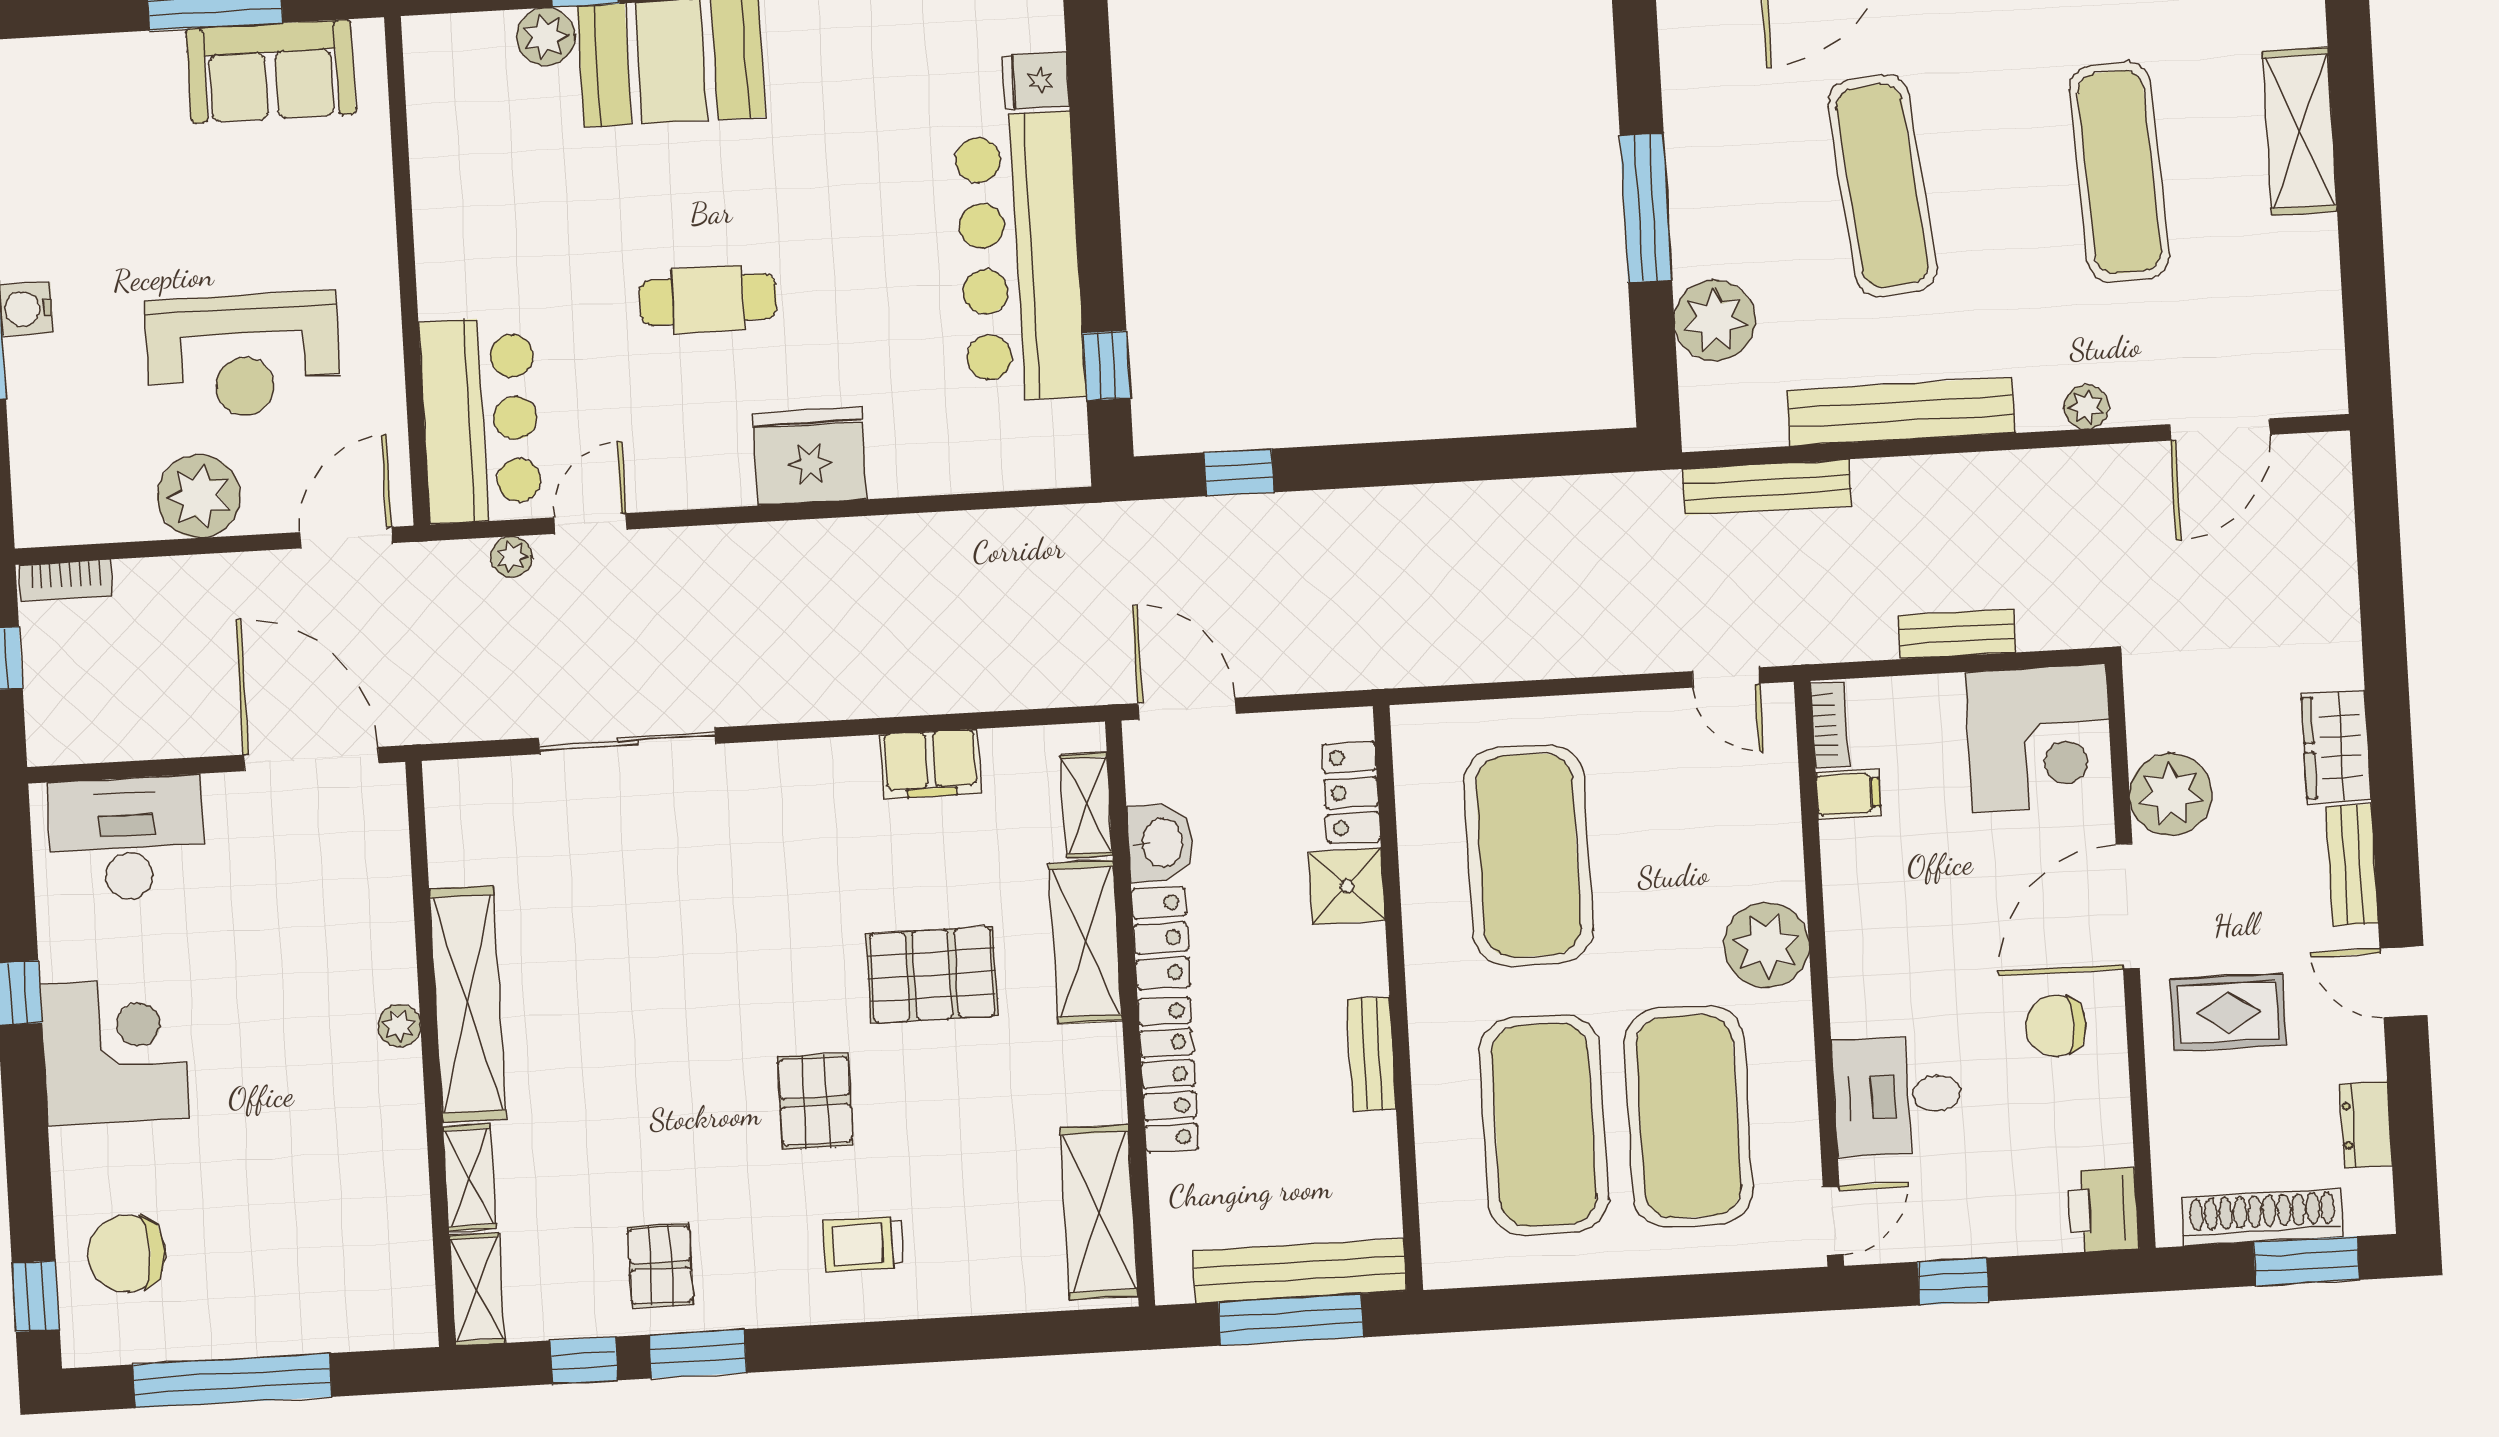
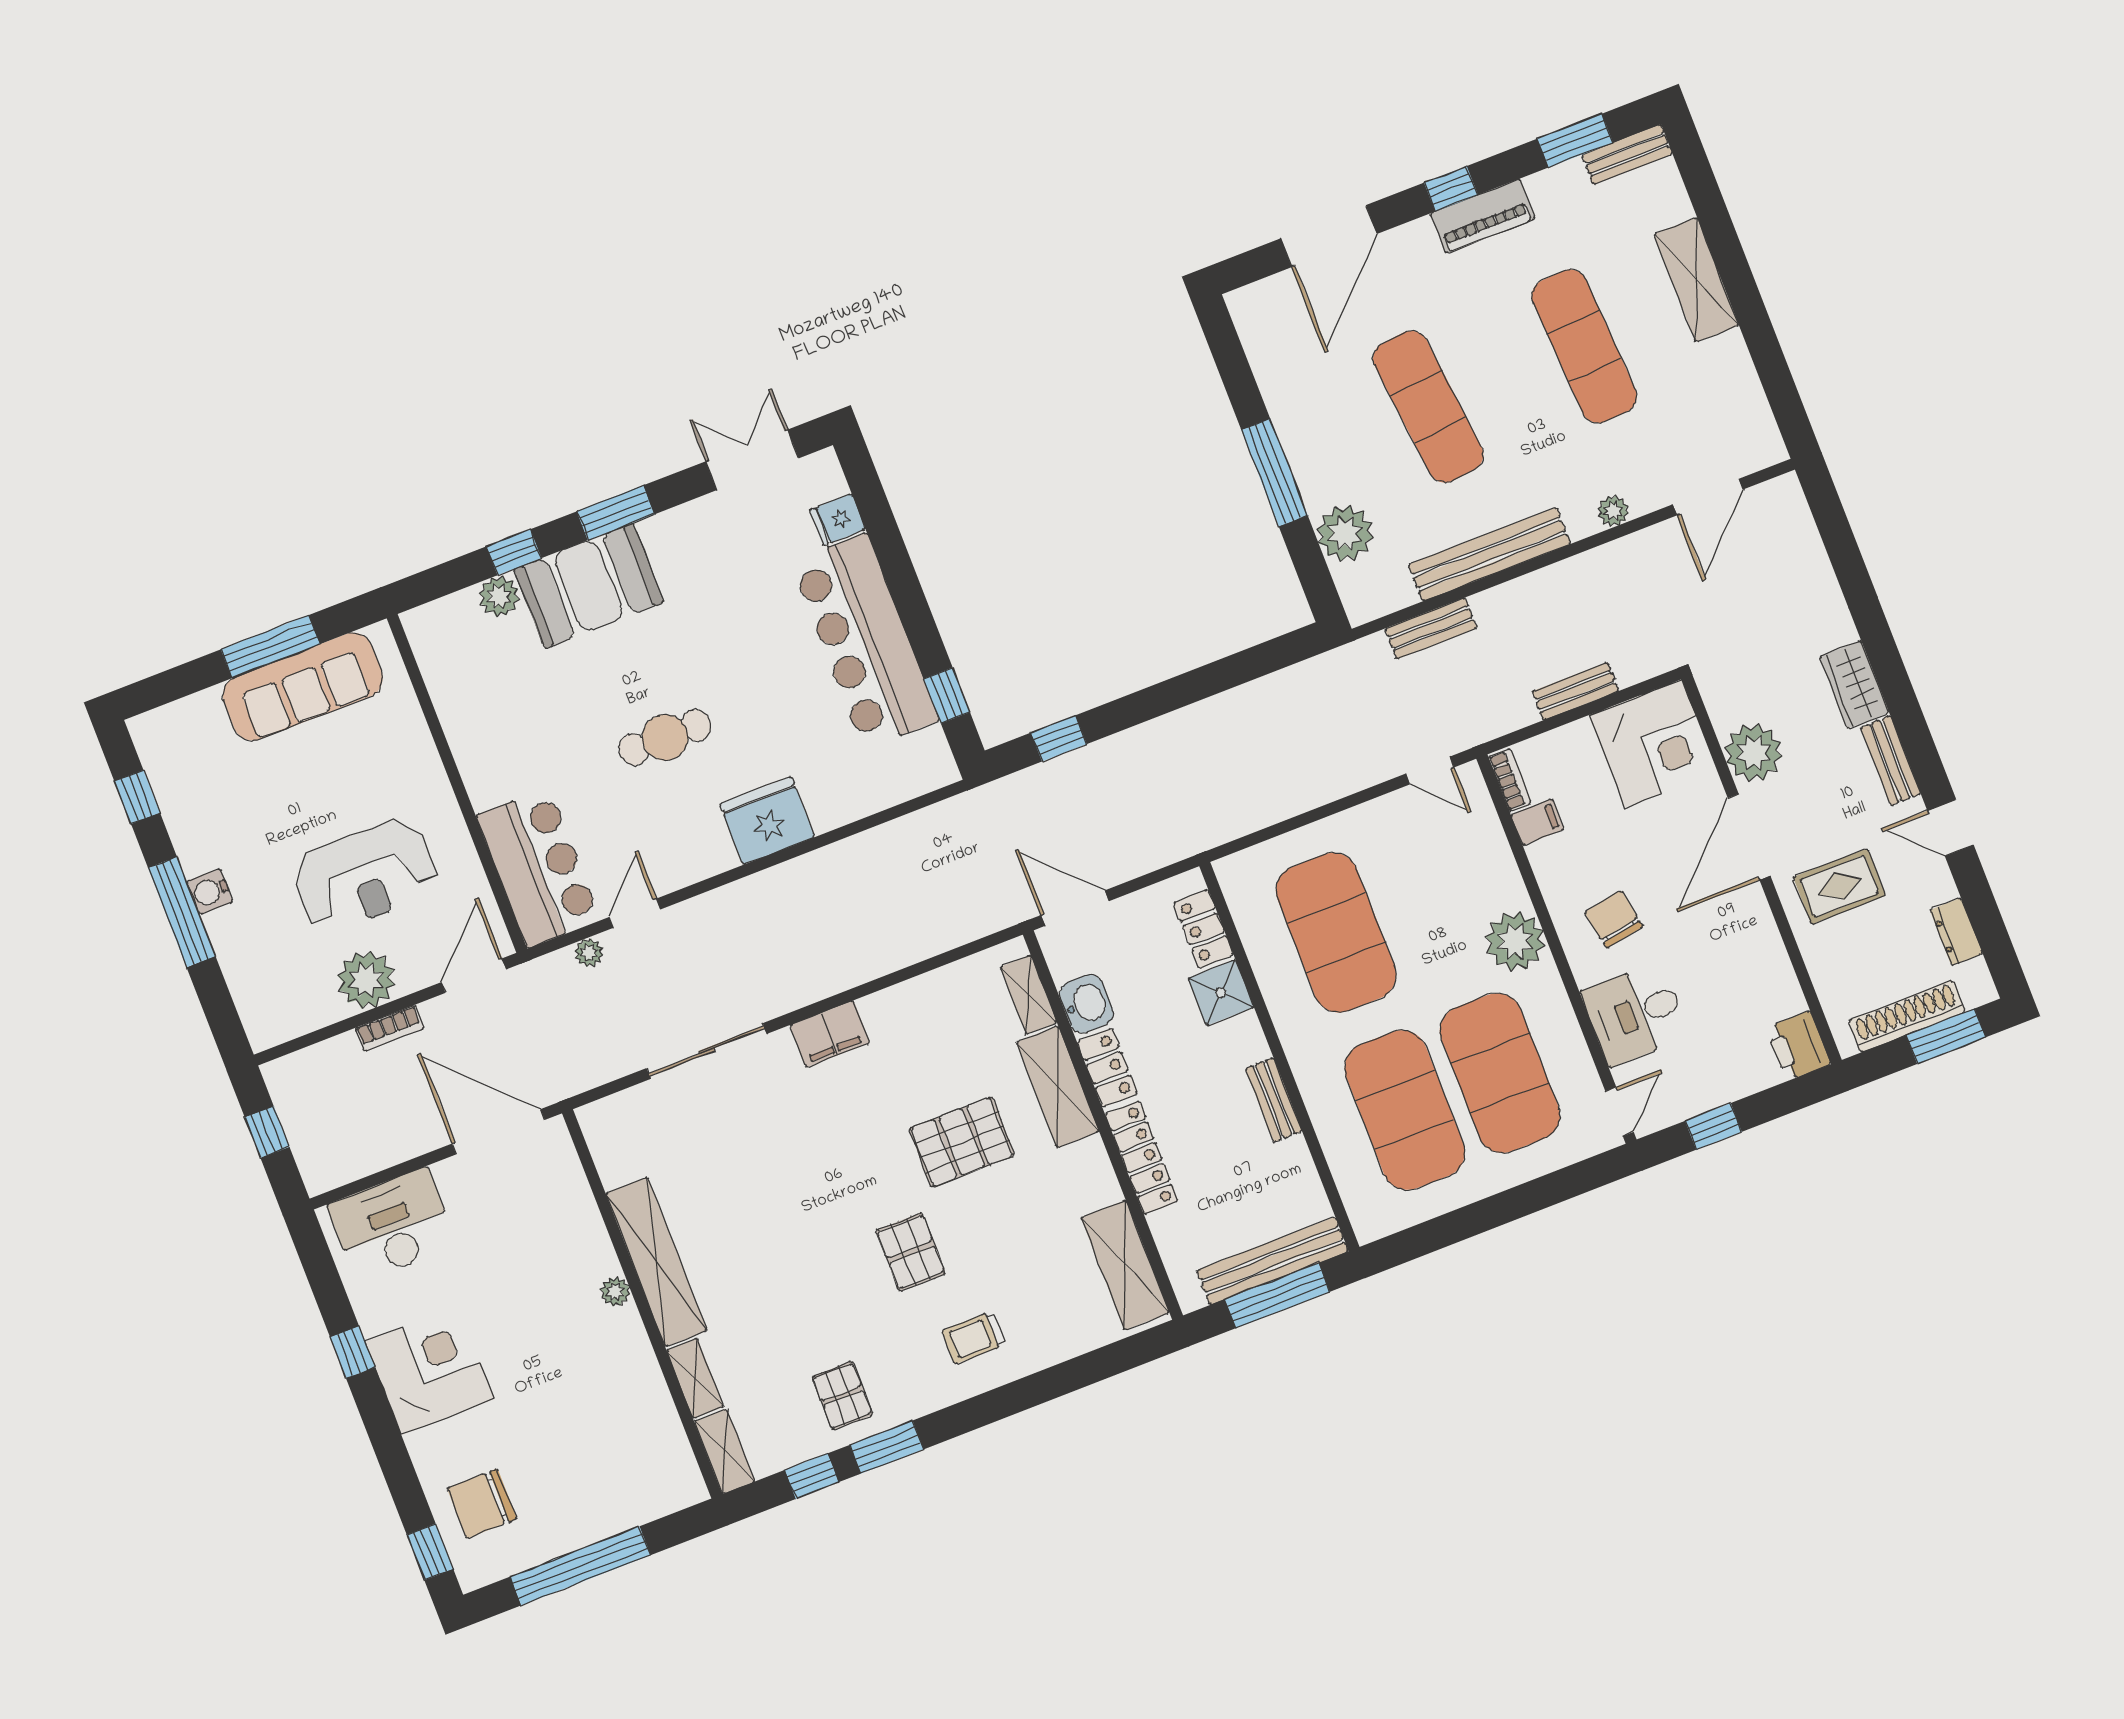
sofa: (271, 71) -> (303, 687), width x1.36
bench: (1767, 487) -> (1431, 628), width x0.73
bookcase: (66, 580) -> (390, 1028), moved
filing cabinet: (931, 764) -> (830, 1034), moved
chair: (2056, 1025) -> (1614, 919), moved, turned 80

